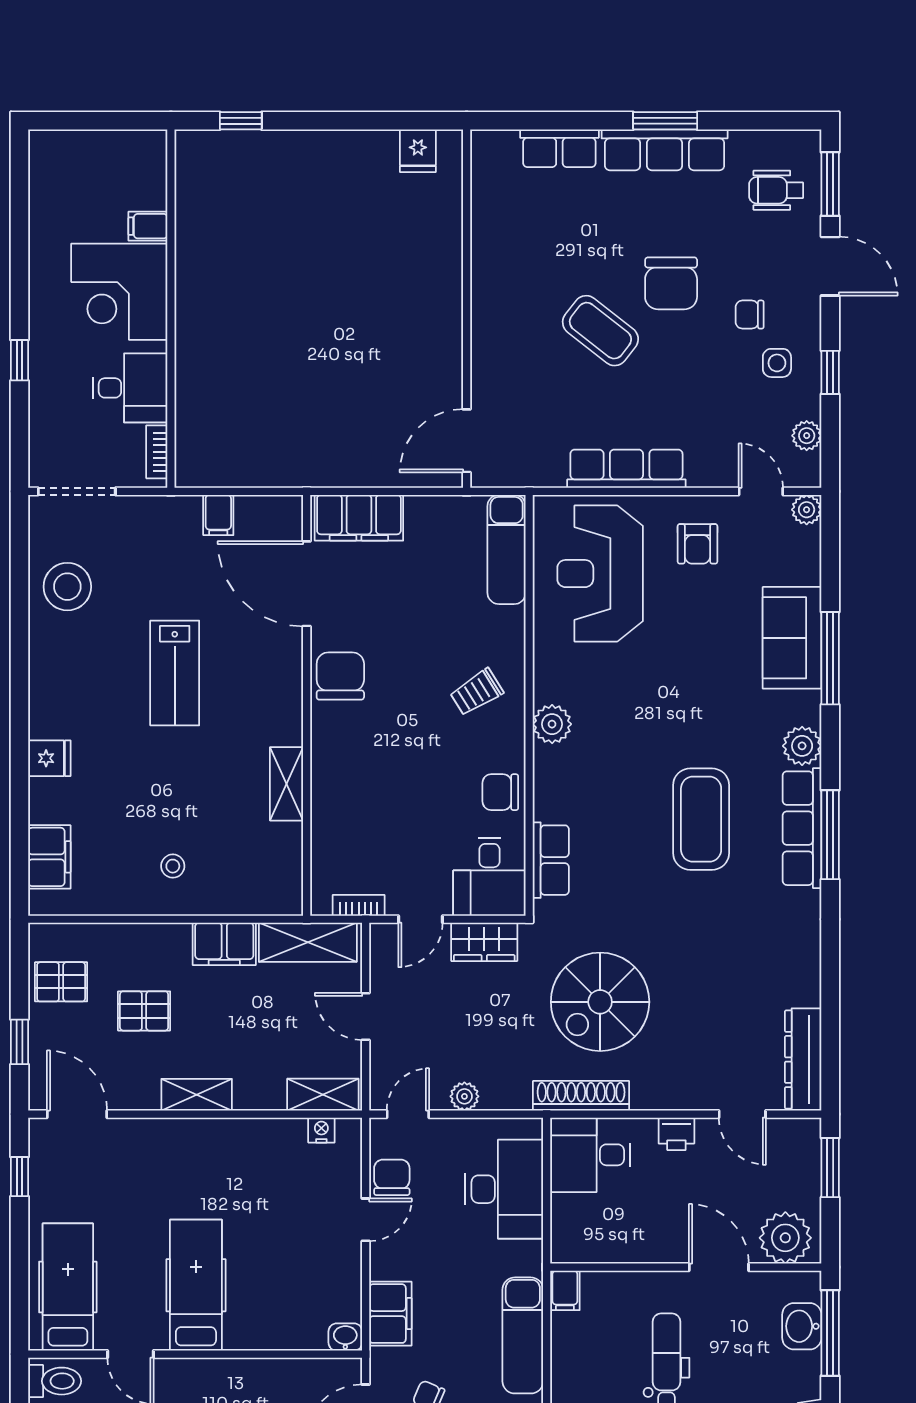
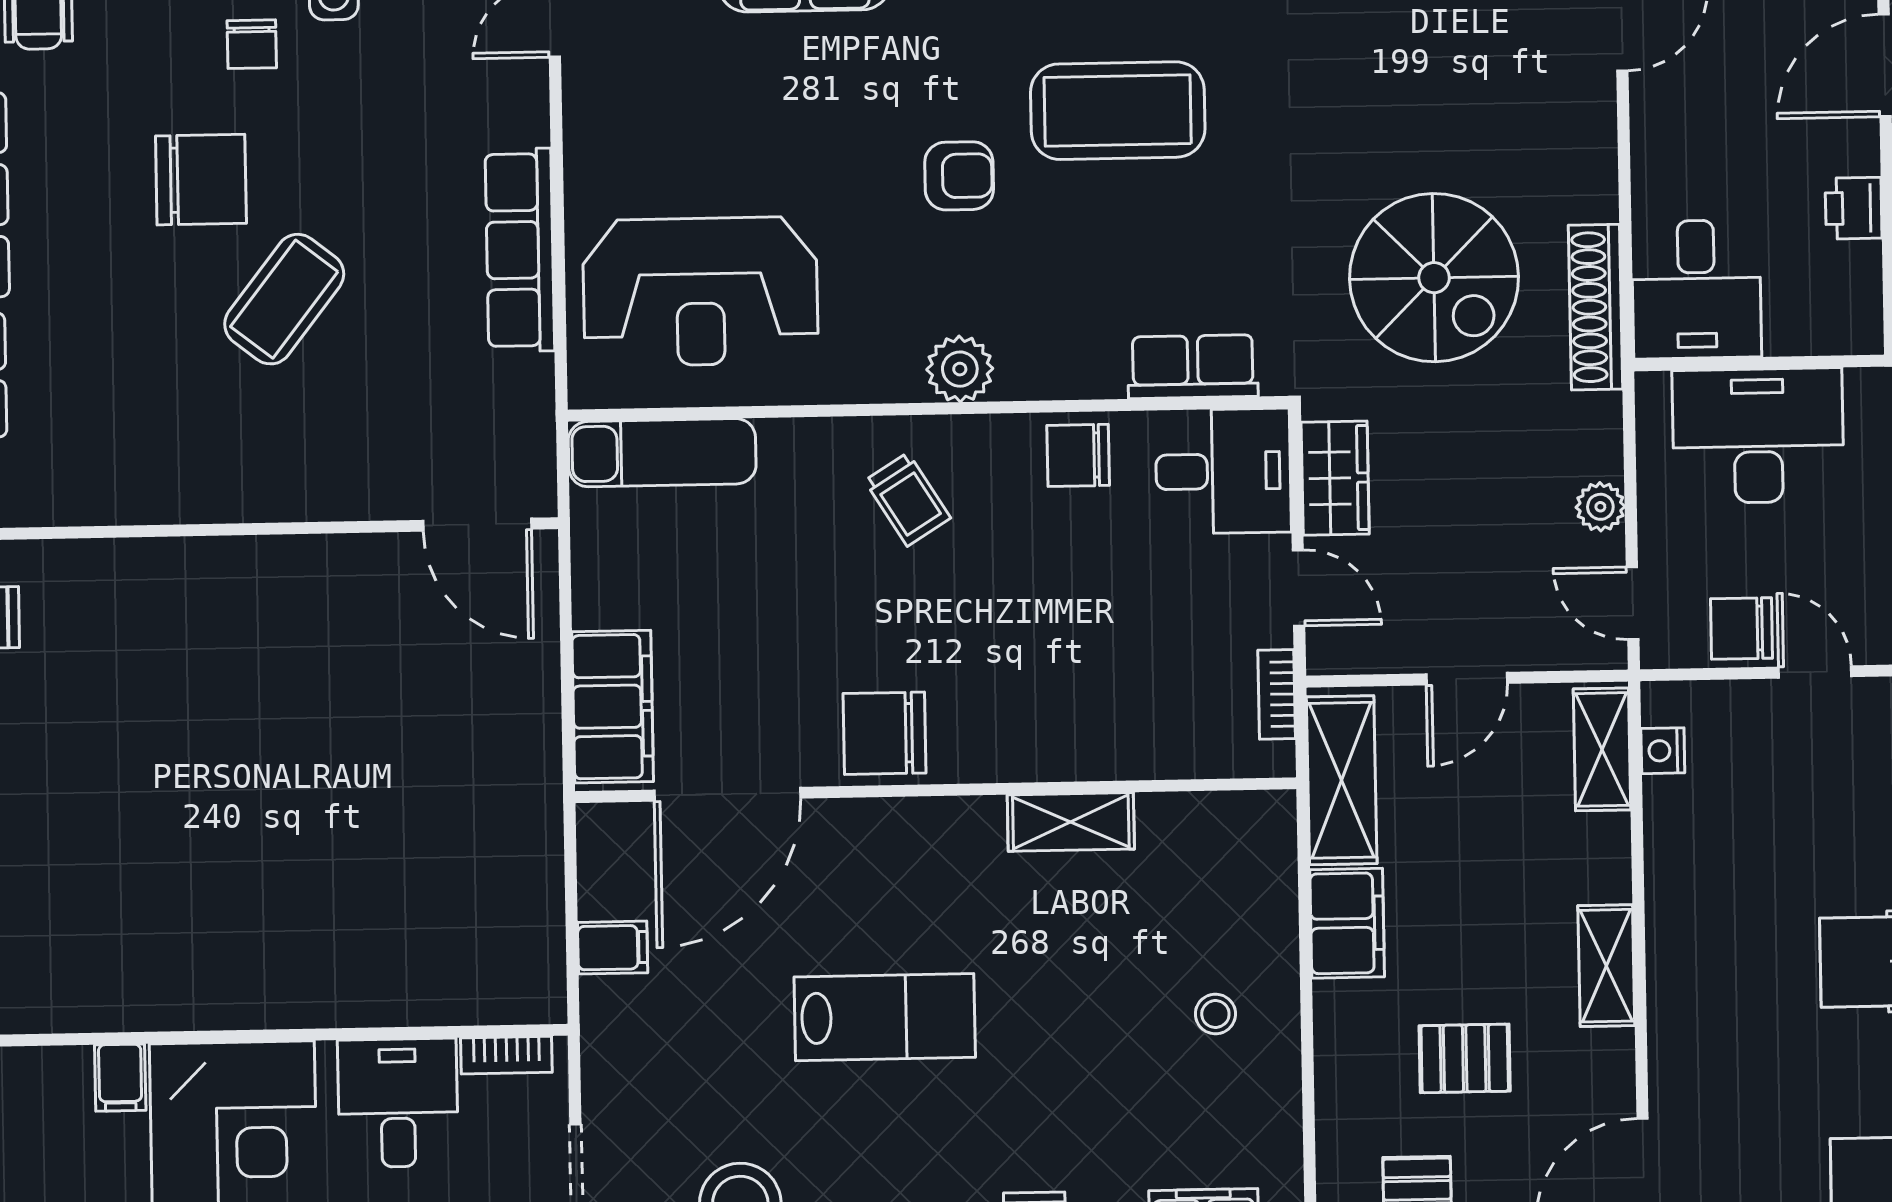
armchair: (697, 544) -> (959, 176), moved
chair: (500, 792) -> (1078, 455), turned 90
pallet: (144, 1011) -> (1465, 1058), turned 90
printer: (676, 1134) -> (1854, 208), moved, turned 180

